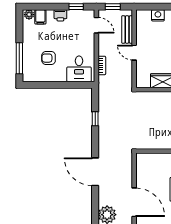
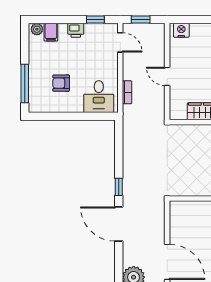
nightstand: (158, 15) -> (181, 30), moved
bench: (127, 29) -> (158, 48), removed
window: (95, 119) -> (119, 187), moved

